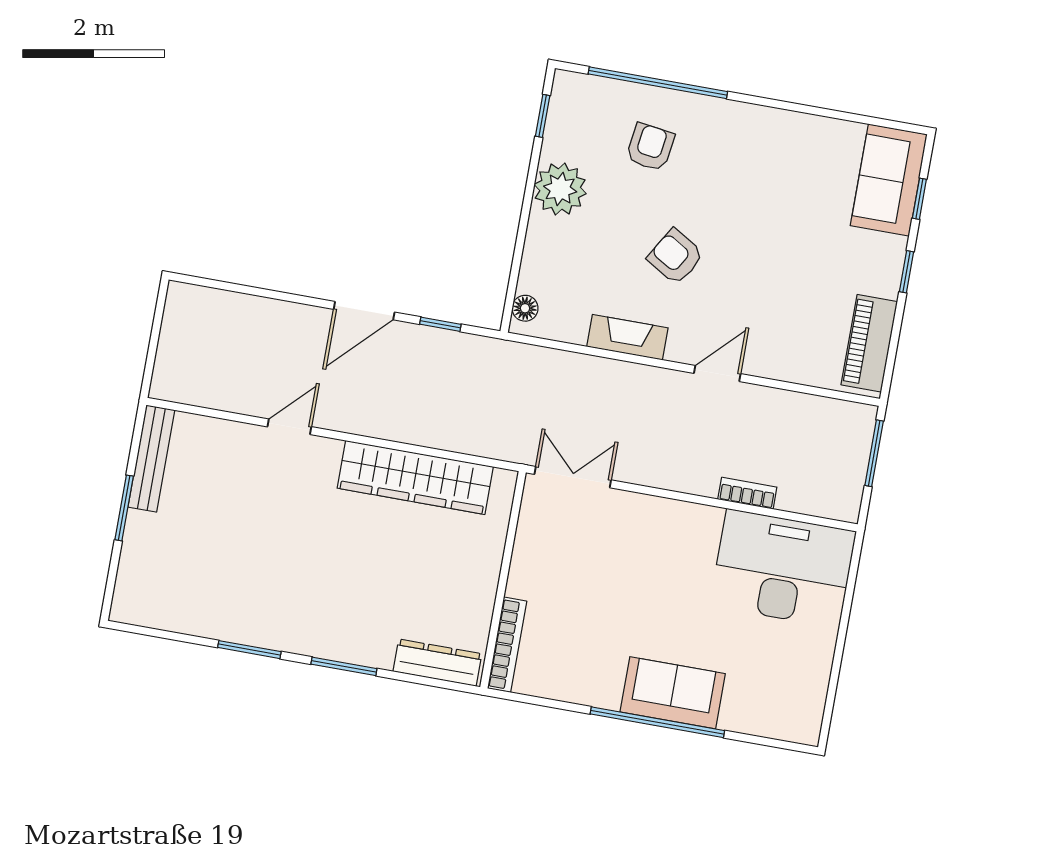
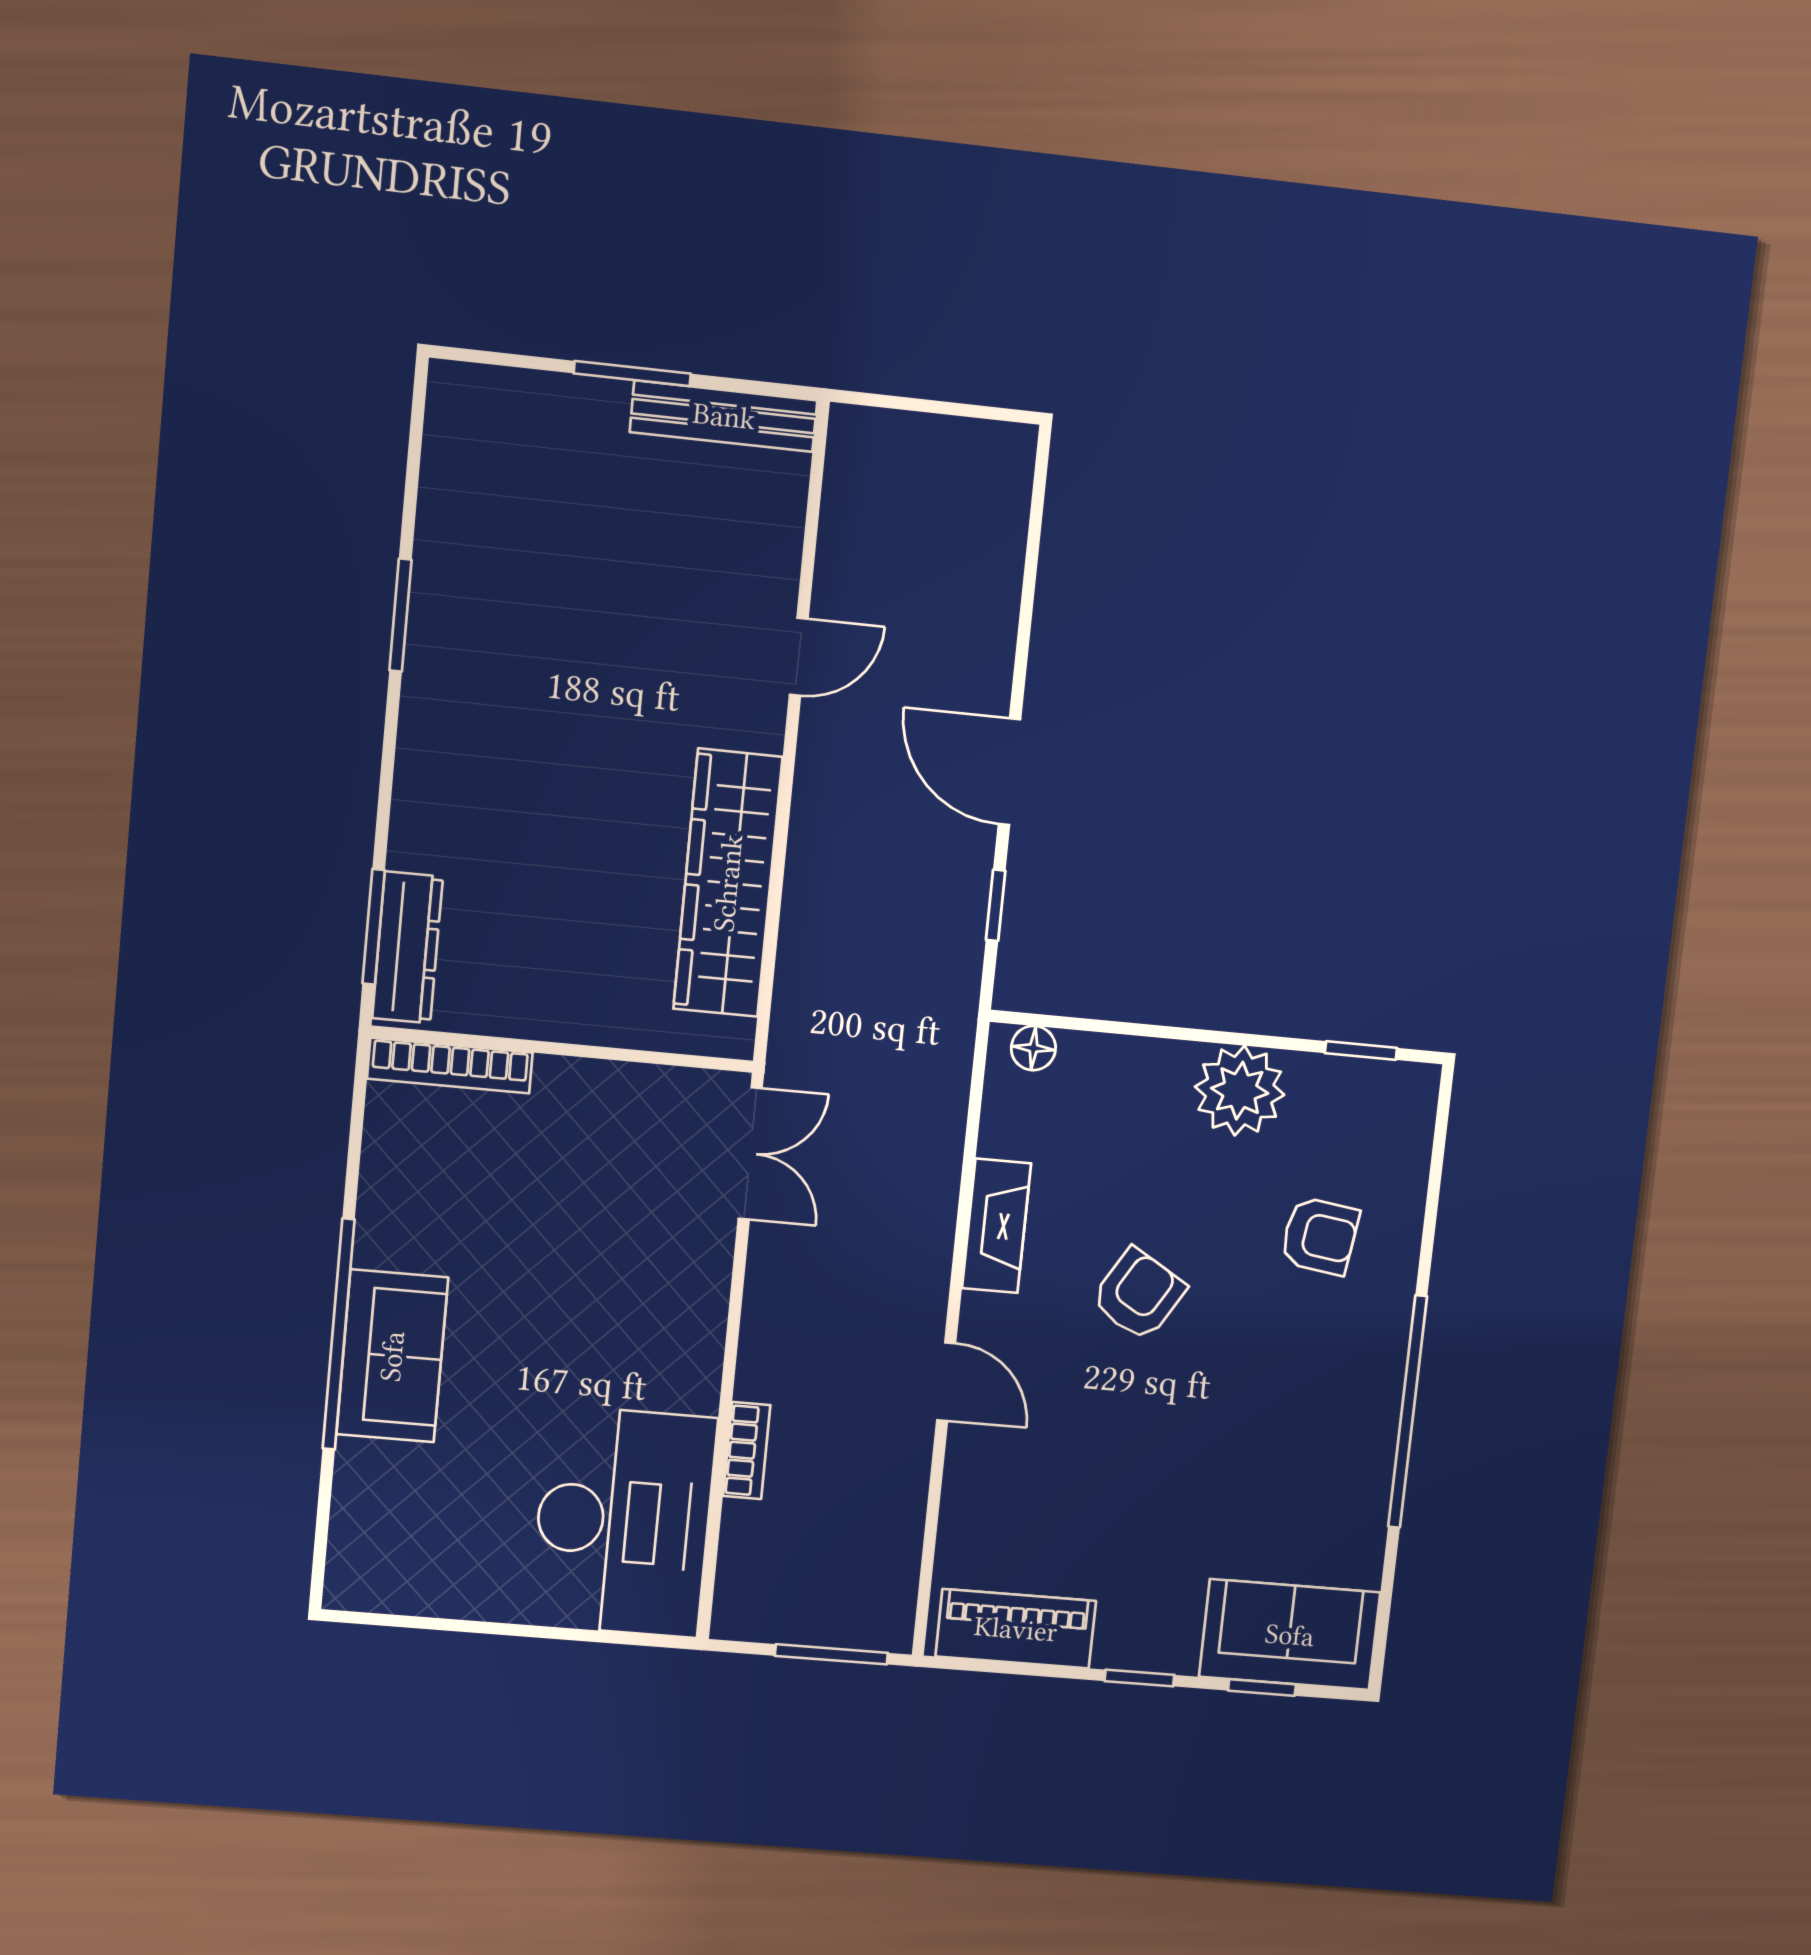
window: (658, 83) -> (1408, 1412), moved
door: (289, 427) -> (799, 657), hinge flipped
window: (344, 666) -> (374, 927), moved

